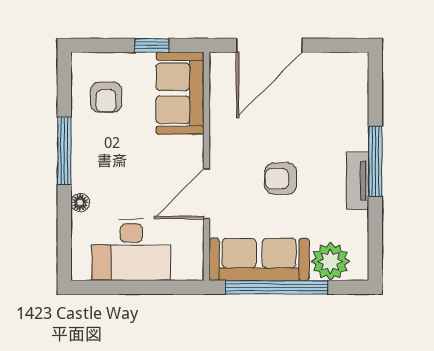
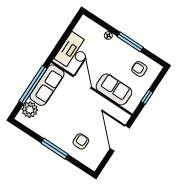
sofa: (180, 93) -> (114, 89), moved
armchair: (281, 179) -> (81, 141), moved
tv unit: (358, 181) -> (52, 138), removed
desk: (131, 250) -> (74, 52), moved

